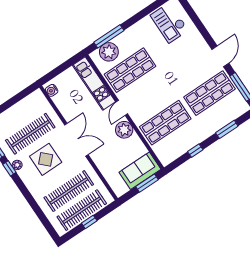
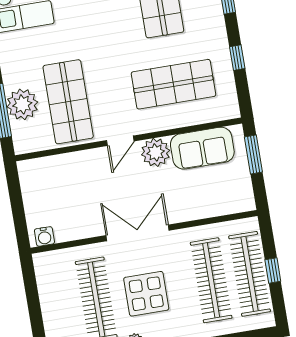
plant: (109, 52) -> (22, 104), moved
kitchen unit: (94, 83) -> (63, 166), removed
door: (122, 108) -> (120, 141), hinge flipped
shop shelf: (165, 123) -> (173, 84), turned 90
sofa: (140, 171) -> (202, 148), moved, turned -90

